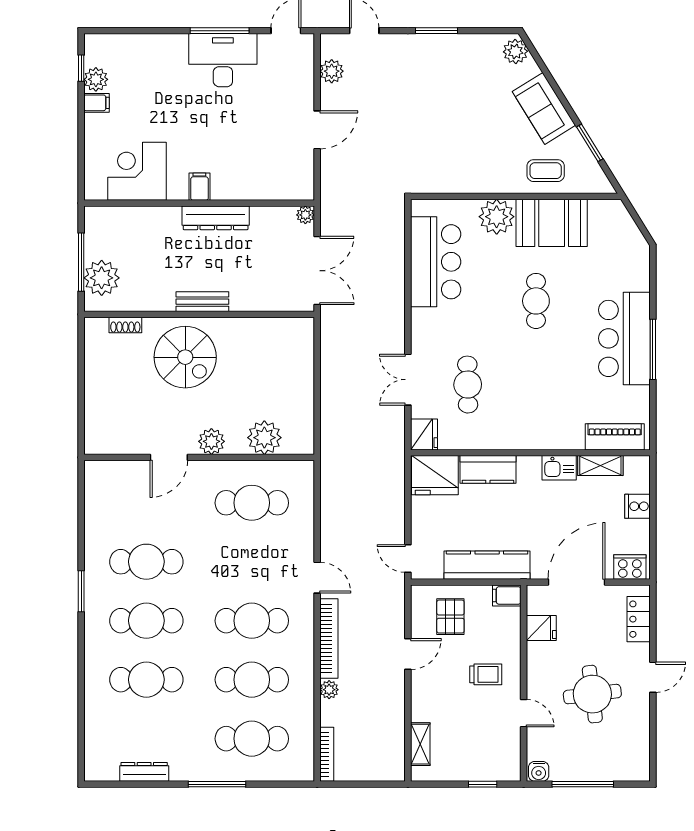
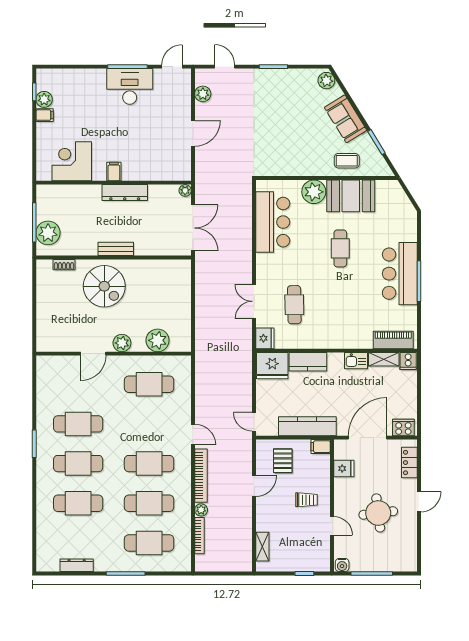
cooker: (637, 506) -> (408, 361), moved, turned -90
bookcase: (327, 754) -> (199, 536), moved

